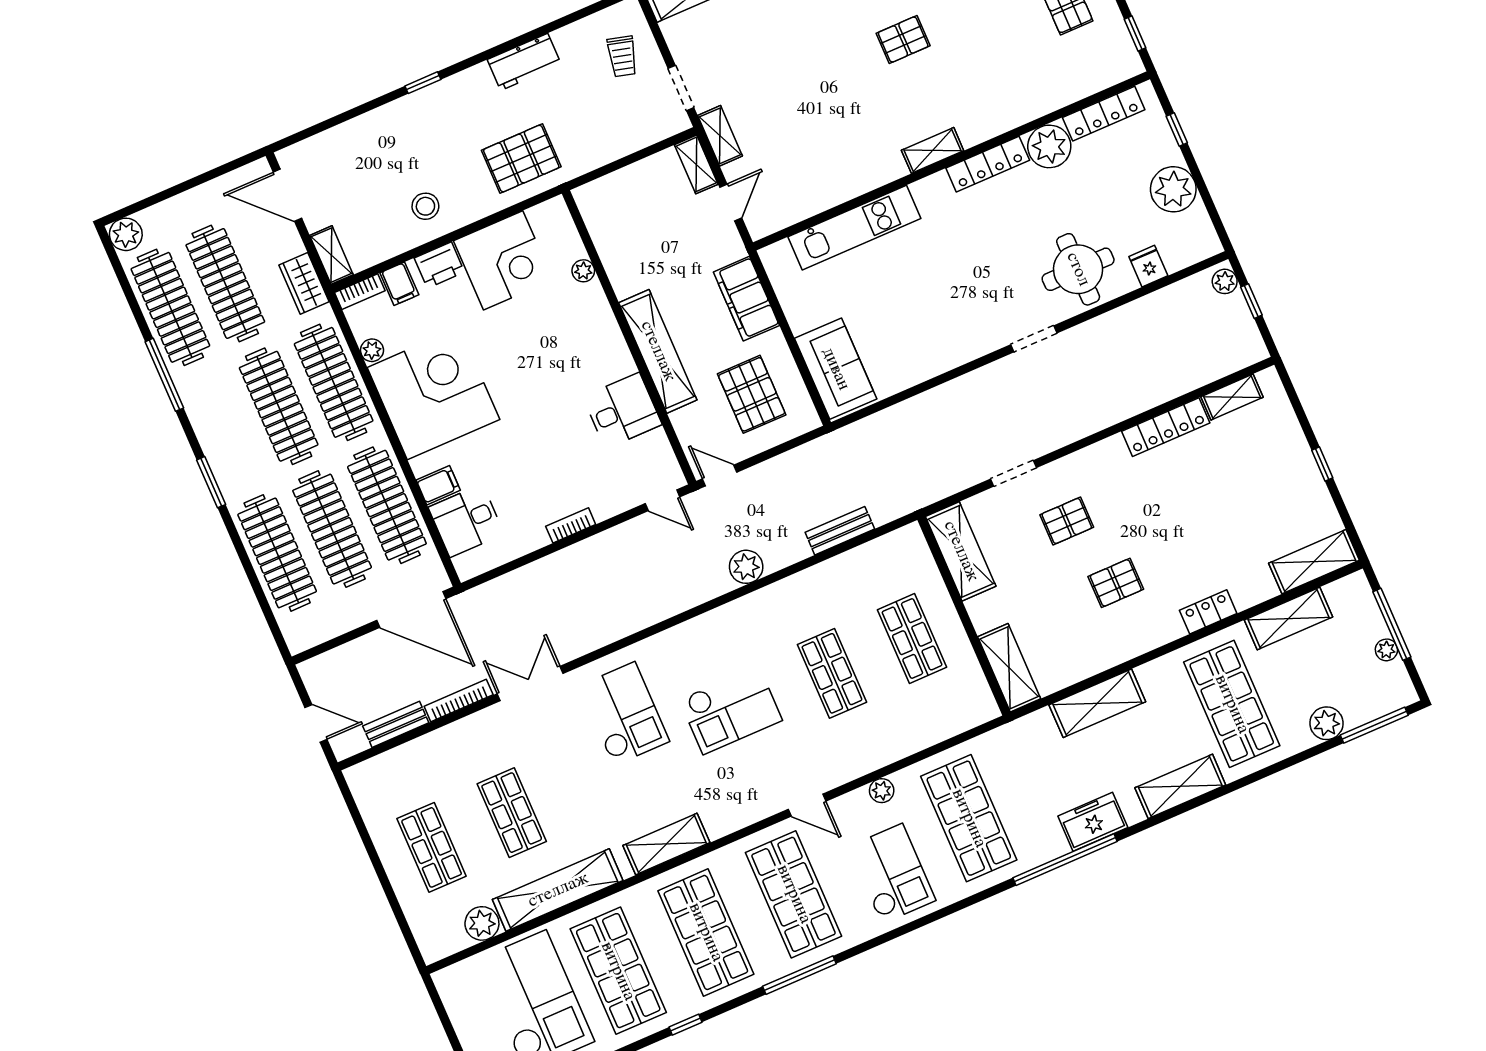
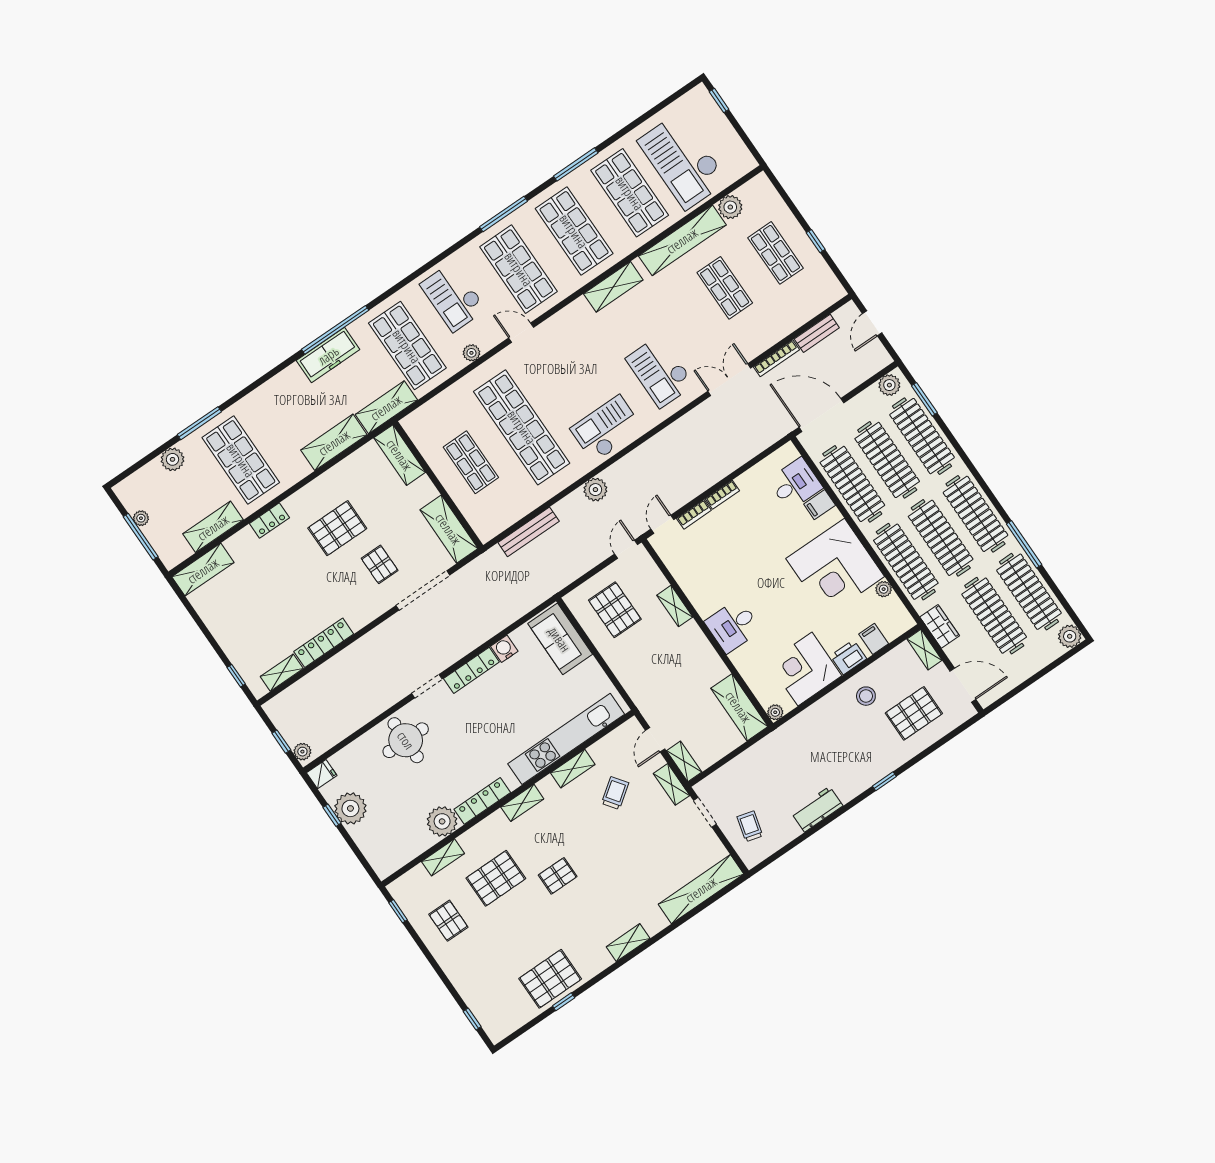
pallet: (990, 53) -> (496, 878), added
shelving: (1058, 96) -> (443, 857), added
locker: (1104, 114) -> (471, 670), moved, turned 180
window: (1177, 130) -> (332, 815), moved
trolley: (801, 139) -> (615, 793), added
pallet: (521, 159) -> (914, 713), moved
shelving: (853, 185) -> (573, 769), added
shelving: (605, 225) -> (739, 707), added
kitchen unit: (854, 228) -> (566, 739), width x1.36
fridge: (1148, 266) -> (322, 774), moved, turned -90
plant: (583, 271) -> (775, 712), moved
bookcase: (360, 292) -> (694, 514), moved, turned 180
filing cabinet: (746, 299) -> (631, 675), removed
shelving: (658, 351) -> (675, 606), width x0.45, depth x0.75
water cooler: (916, 370) -> (504, 649), added
desk: (622, 411) -> (733, 626), moved
clothes rail: (224, 430) -> (975, 514), added
window: (1322, 464) -> (236, 676), moved
doorway: (1014, 473) -> (423, 590), width x1.87
door: (720, 475) -> (626, 549), swing flipped
window: (211, 482) -> (924, 399), moved
door: (662, 500) -> (662, 524), hinge flipped
pallet: (1067, 521) -> (380, 564), turned 90
bench: (840, 531) -> (529, 532), width x1.36
pallet: (1116, 583) -> (337, 528), width x1.50, depth x1.42
plant: (309, 633) -> (889, 385), added
shop shelf: (832, 673) -> (522, 427), width x2.00, depth x1.36
double door: (530, 684) -> (729, 380), swing flipped
checkout: (731, 710) -> (607, 429), moved
door: (316, 723) -> (872, 323), hinge flipped
window: (1374, 725) -> (199, 423), moved
shelving: (1180, 786) -> (386, 407), moved
freezer: (1093, 822) -> (328, 355), width x1.40
window: (372, 853) -> (816, 241), added
window: (686, 1025) -> (576, 164), width x2.17

